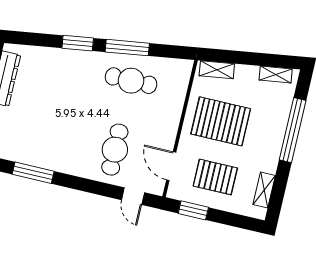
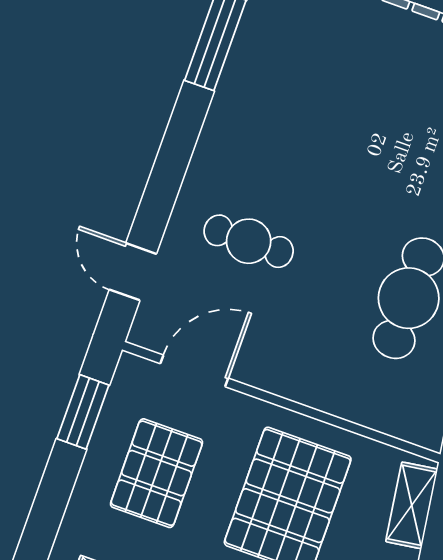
cafe table: (115, 150) -> (249, 241), width x0.73, depth x0.74
door: (133, 196) -> (133, 272), hinge flipped

